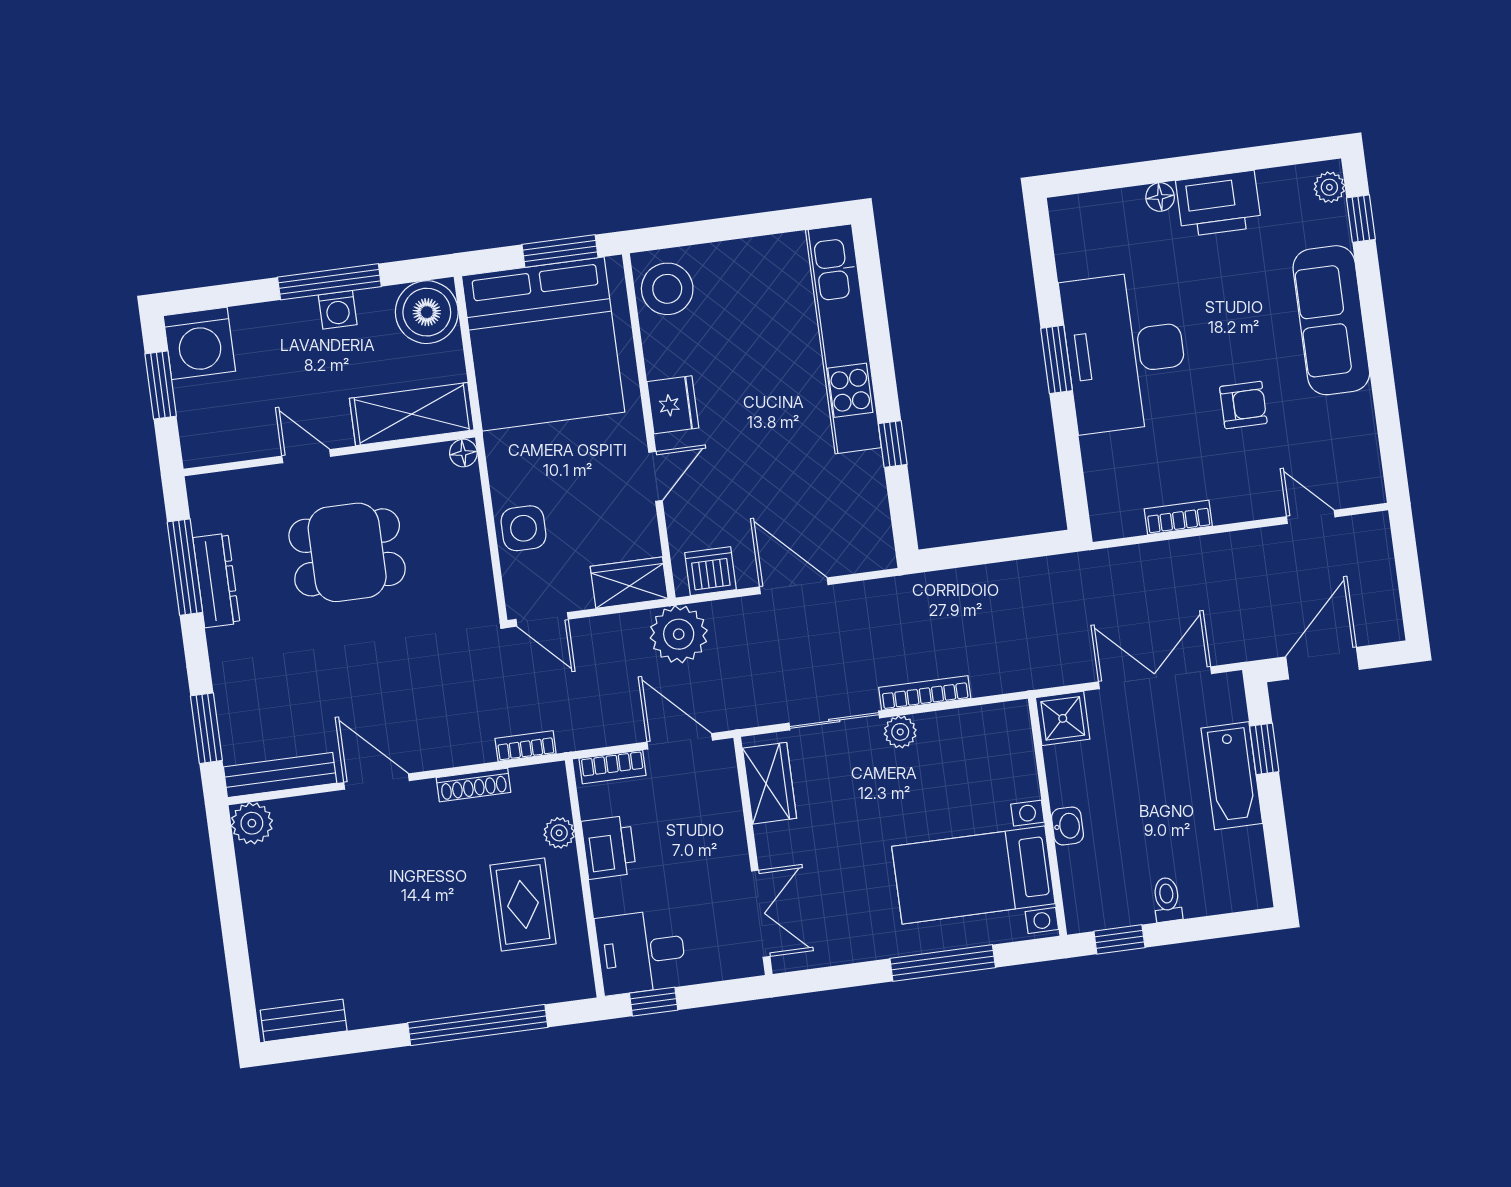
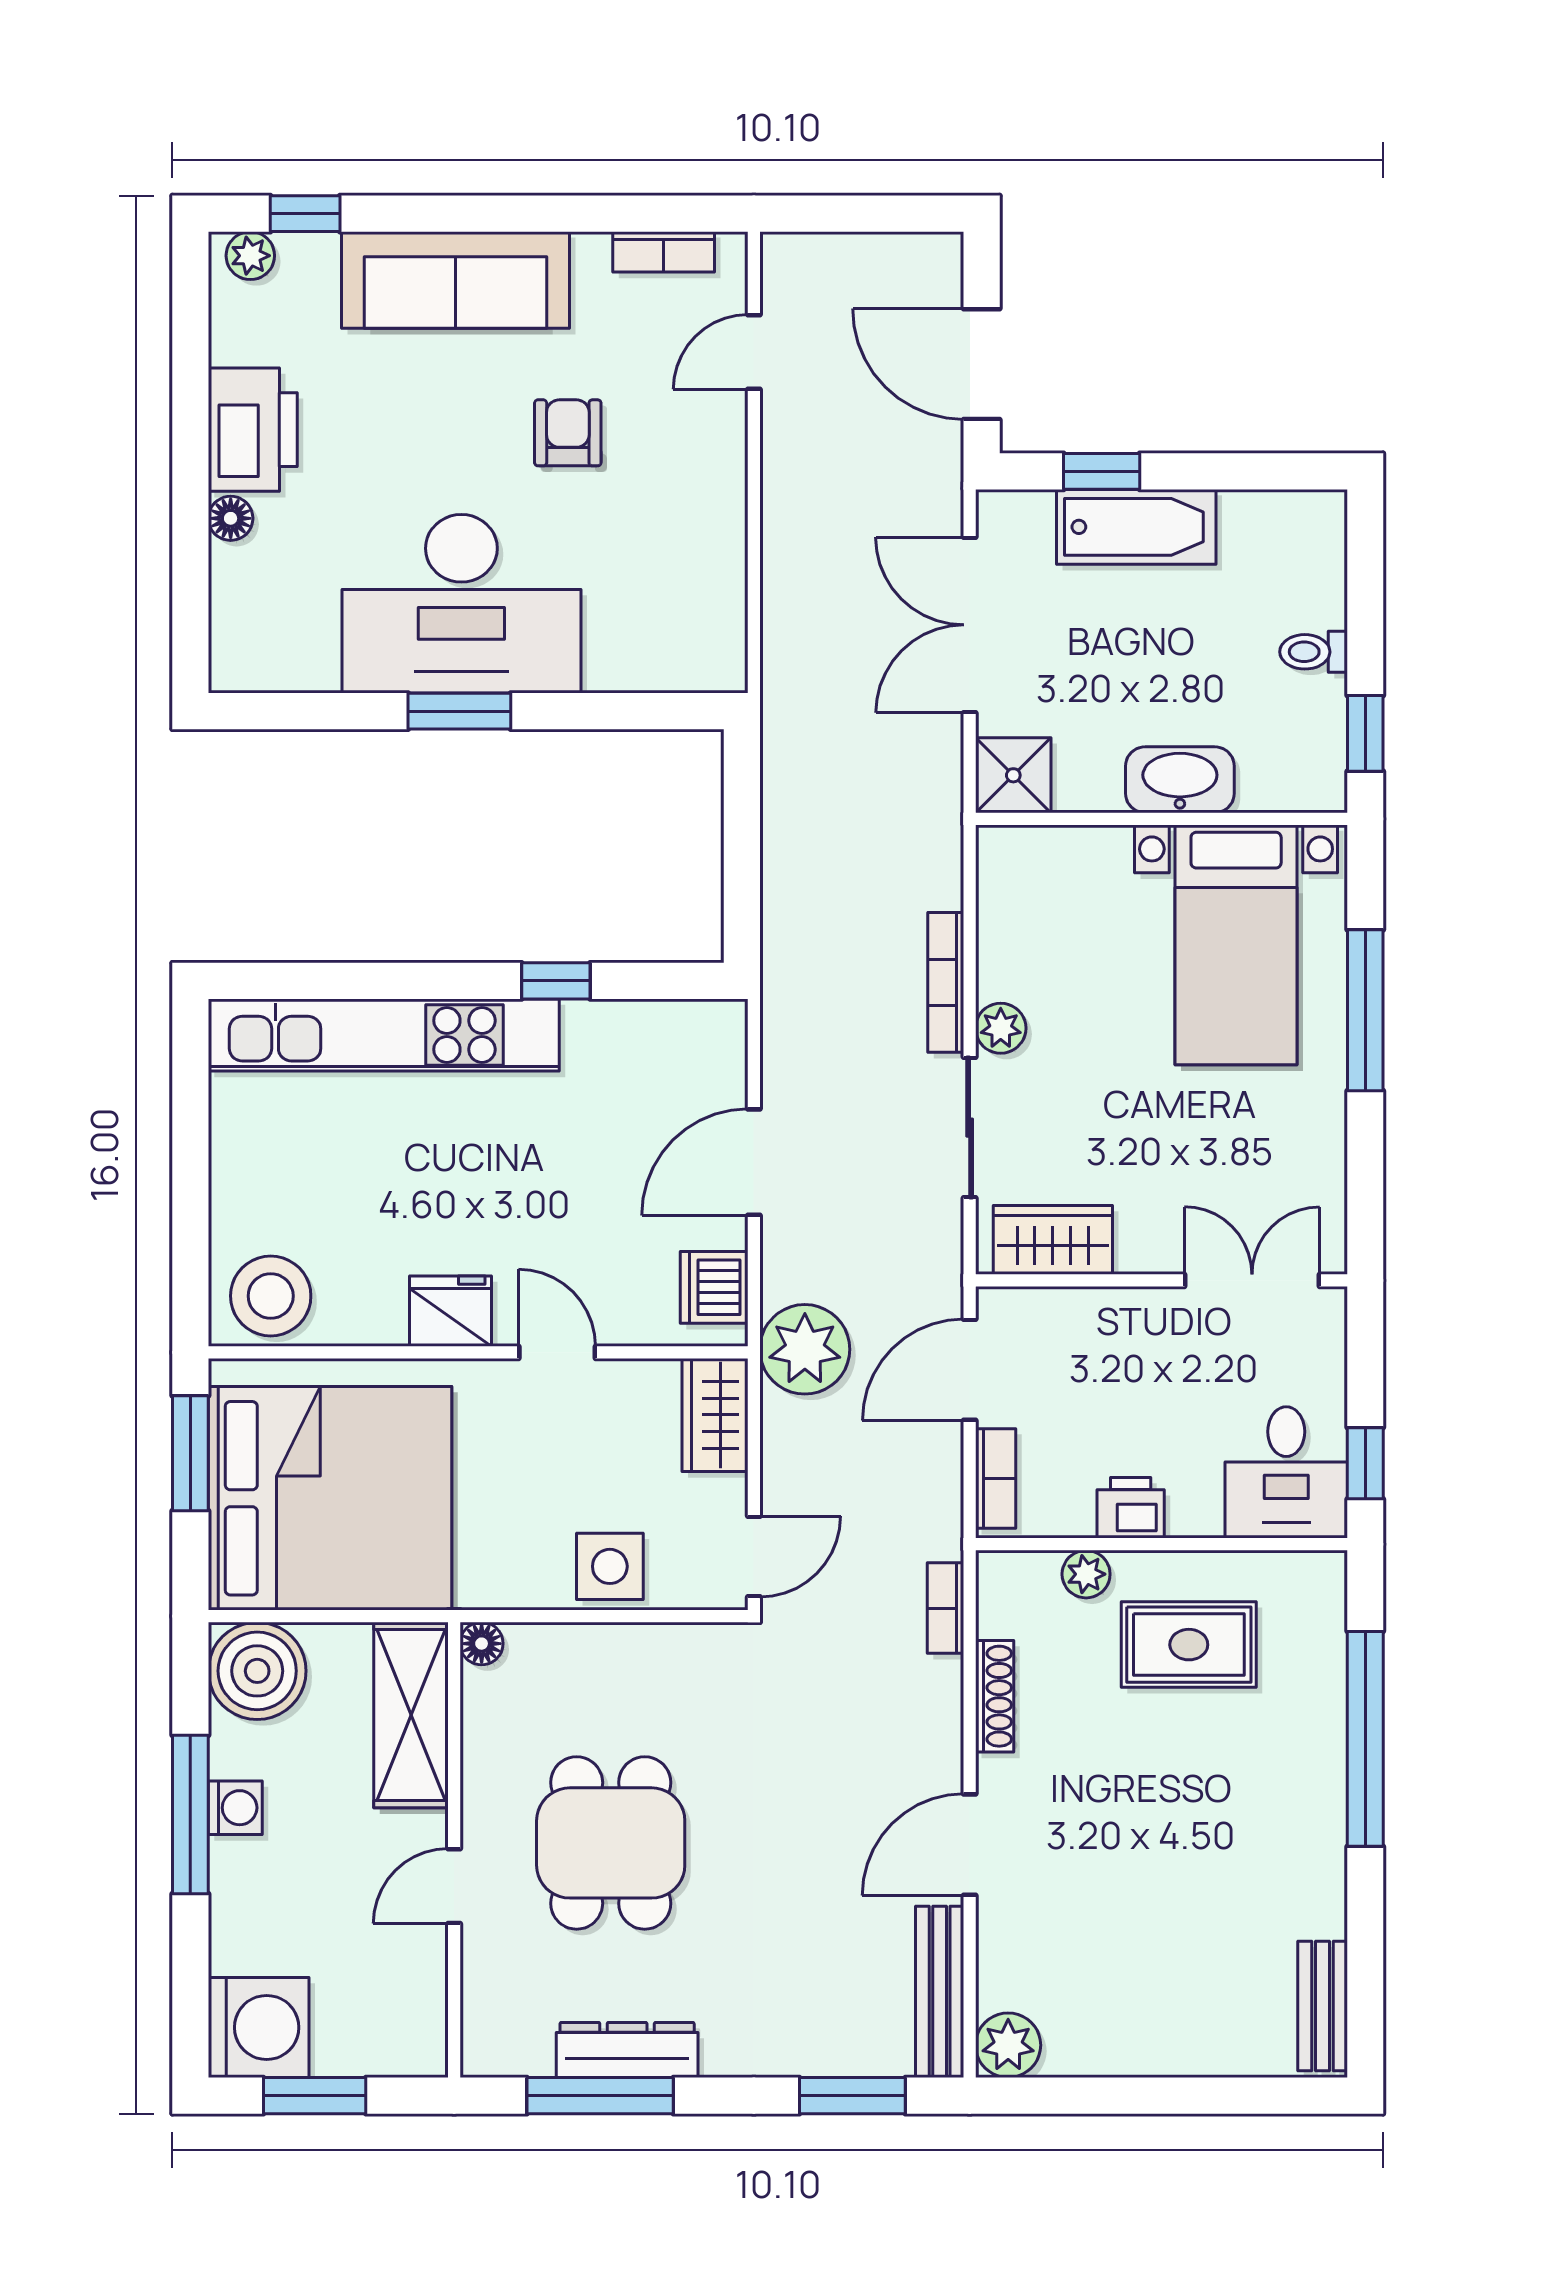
bookcase: (1178, 517) -> (664, 252), moved, turned -90
washbasin: (1068, 826) -> (1180, 780), width x1.91, depth x1.45
printer: (609, 847) -> (1131, 1508), width x0.73, depth x0.81

